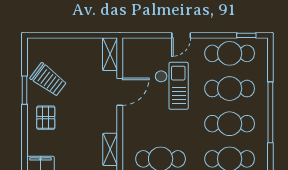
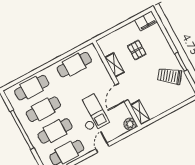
plant: (131, 46) -> (130, 124), added
checkout: (172, 86) -> (92, 113), turned 180
pallet: (46, 118) -> (137, 50), moved
shelving: (110, 149) -> (114, 65), moved

